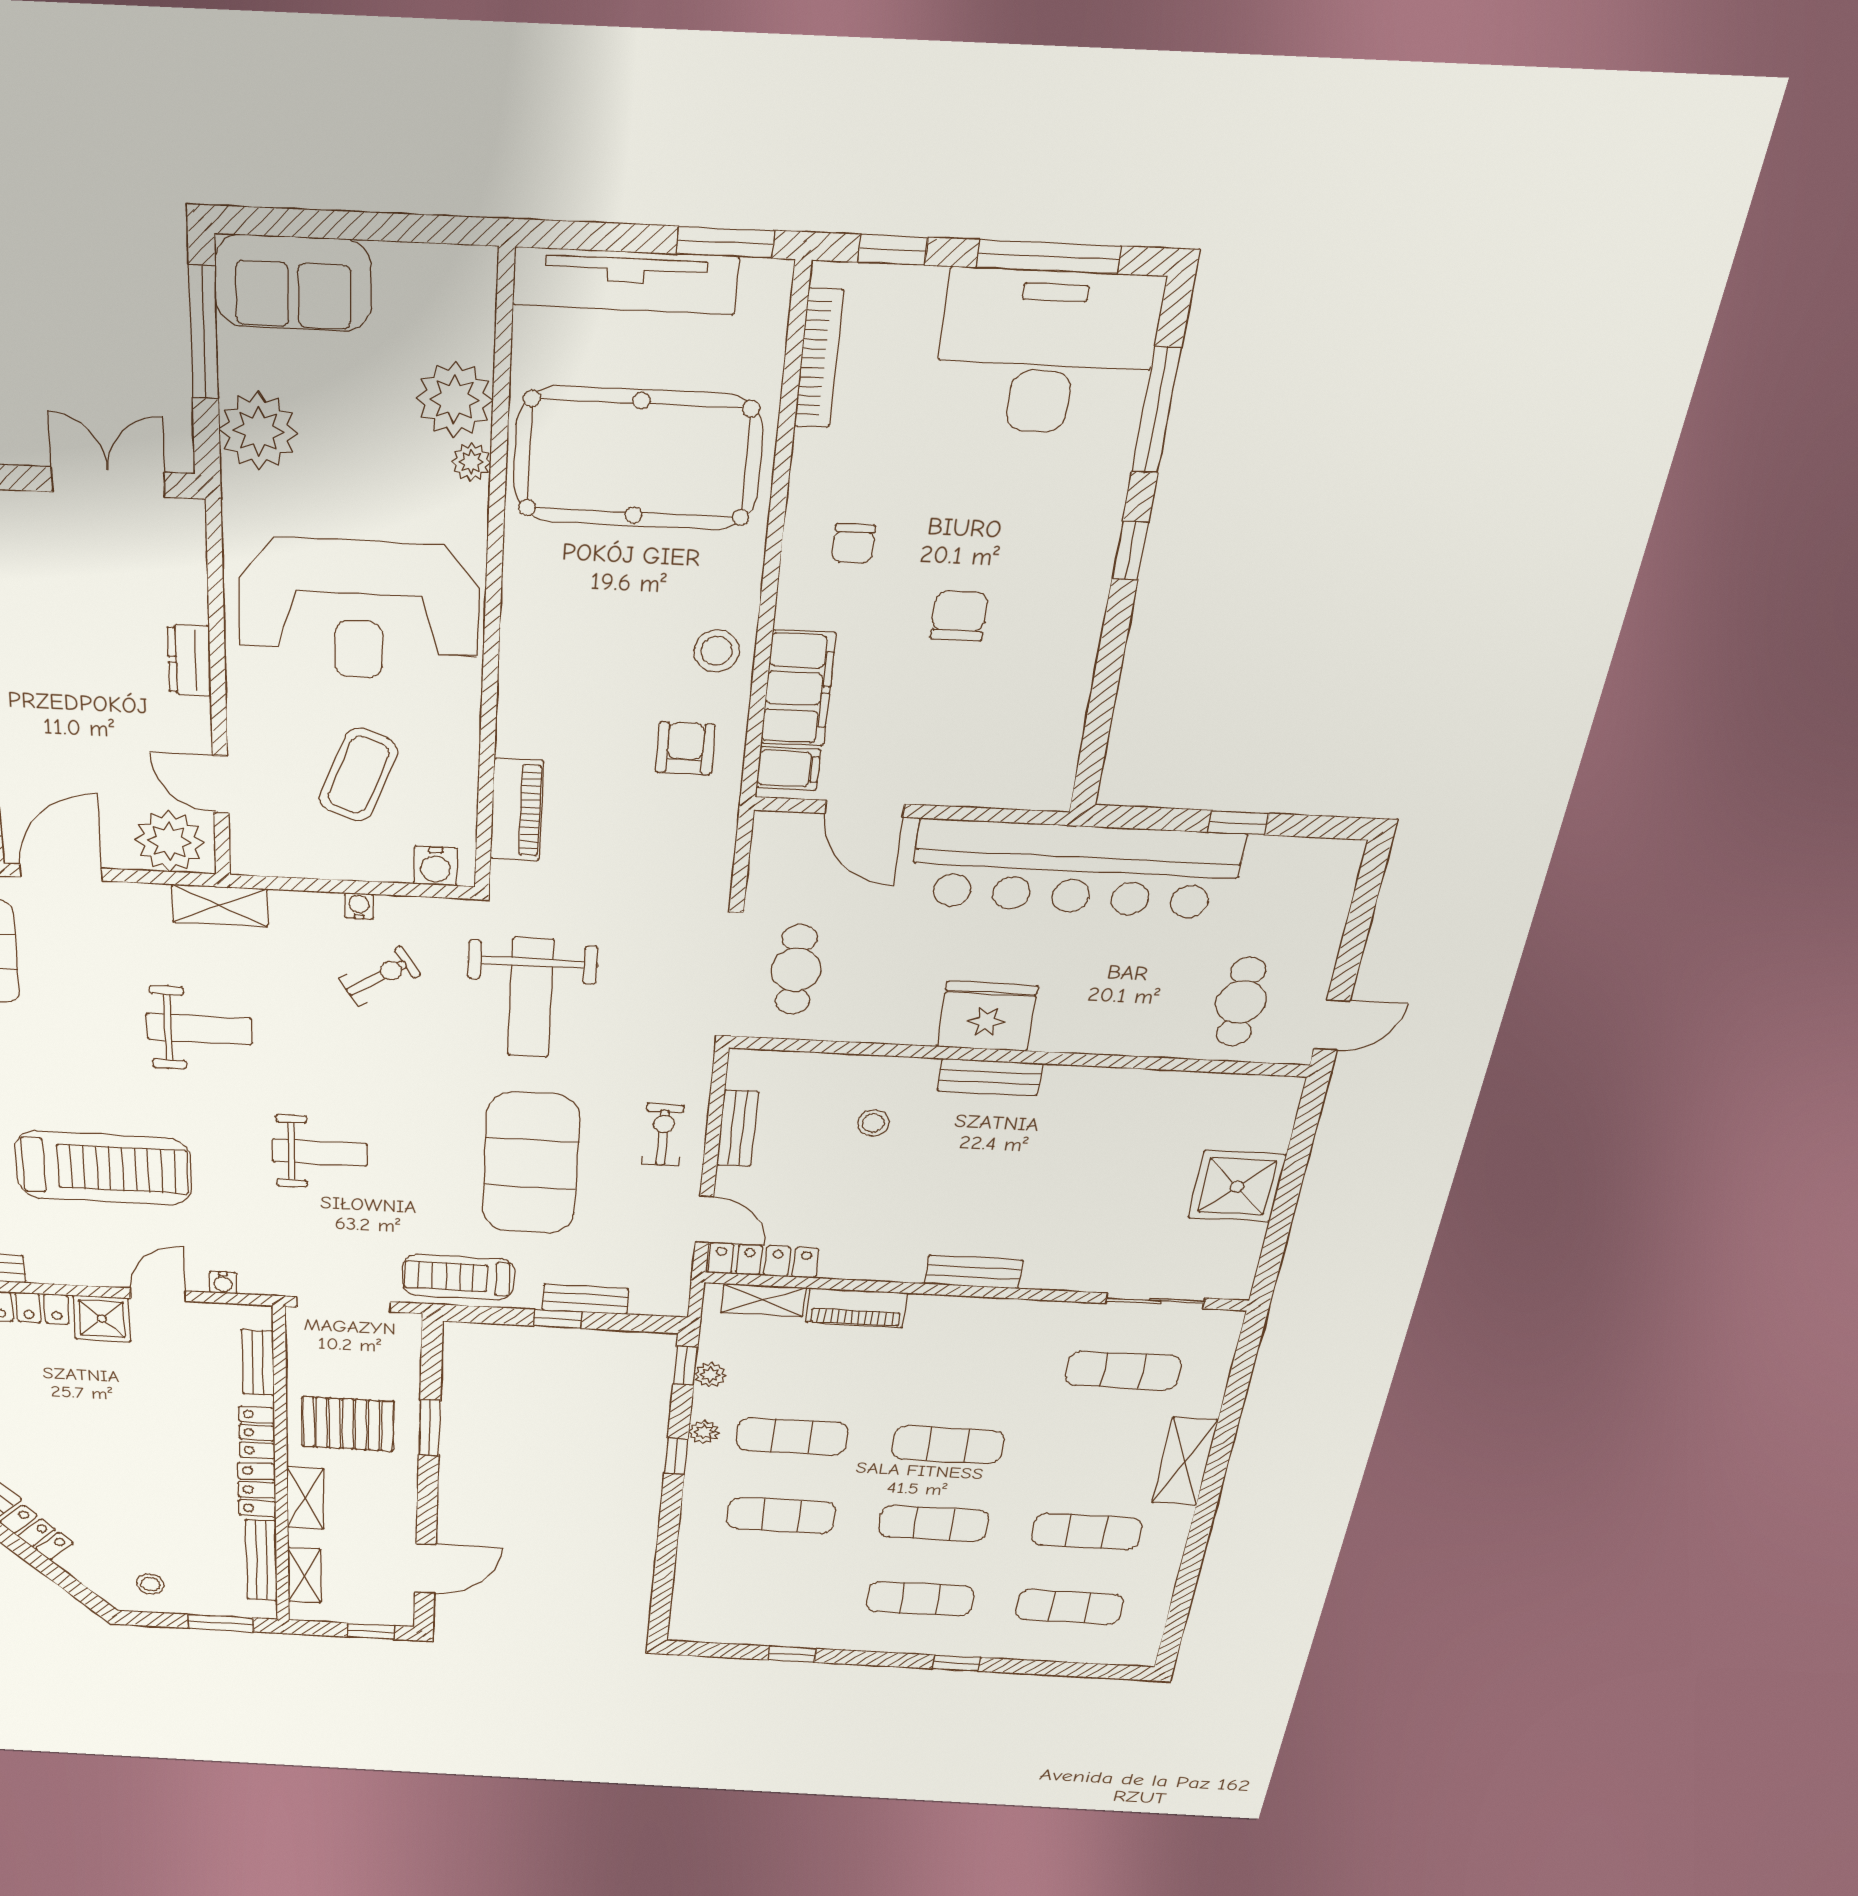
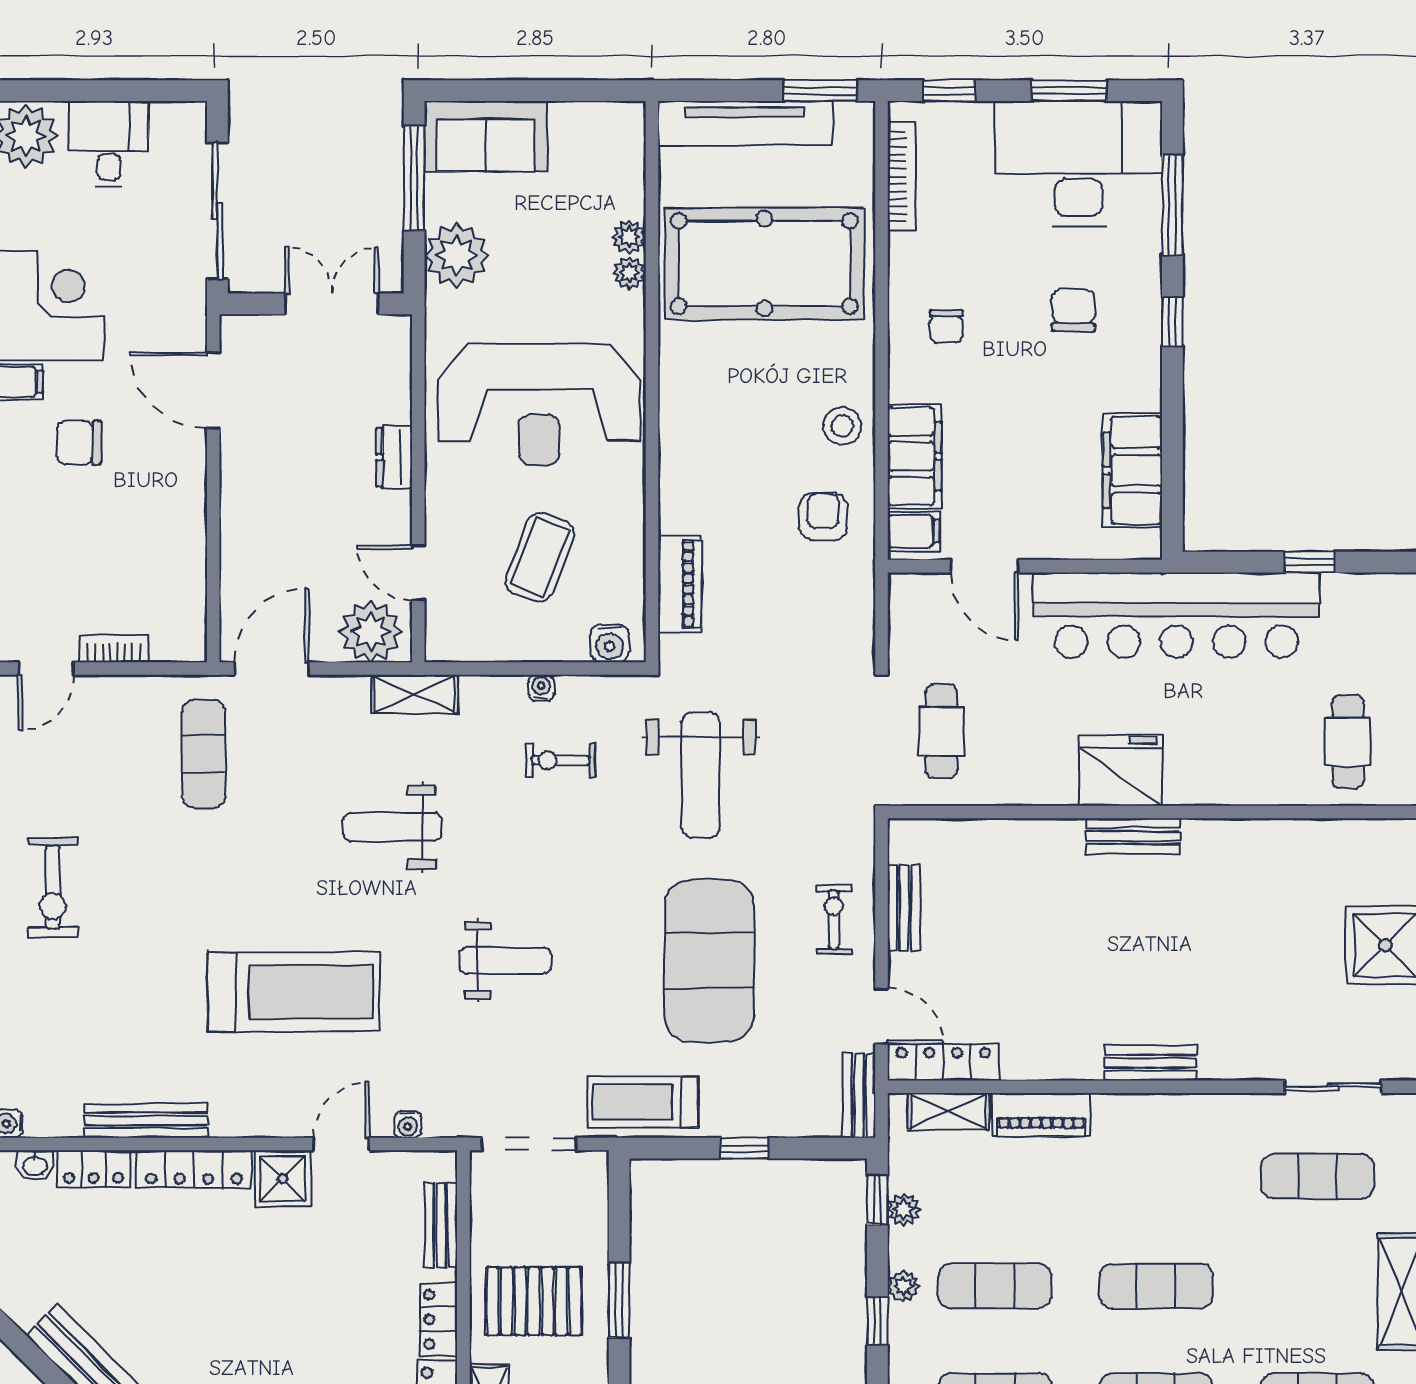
window: (1049, 257) -> (1069, 91), width x0.69
plant: (454, 399) -> (629, 237), width x0.53, depth x0.53
chair: (959, 616) -> (1073, 310), moved
filing cabinet: (1052, 716) -> (1133, 470), added
exercise bike: (380, 976) -> (561, 760), turned -147
weight bench: (199, 1029) -> (392, 827), turned 180
stool: (873, 1123) -> (1031, 894), removed
bench: (585, 1299) -> (859, 1095), moved, turned 90

